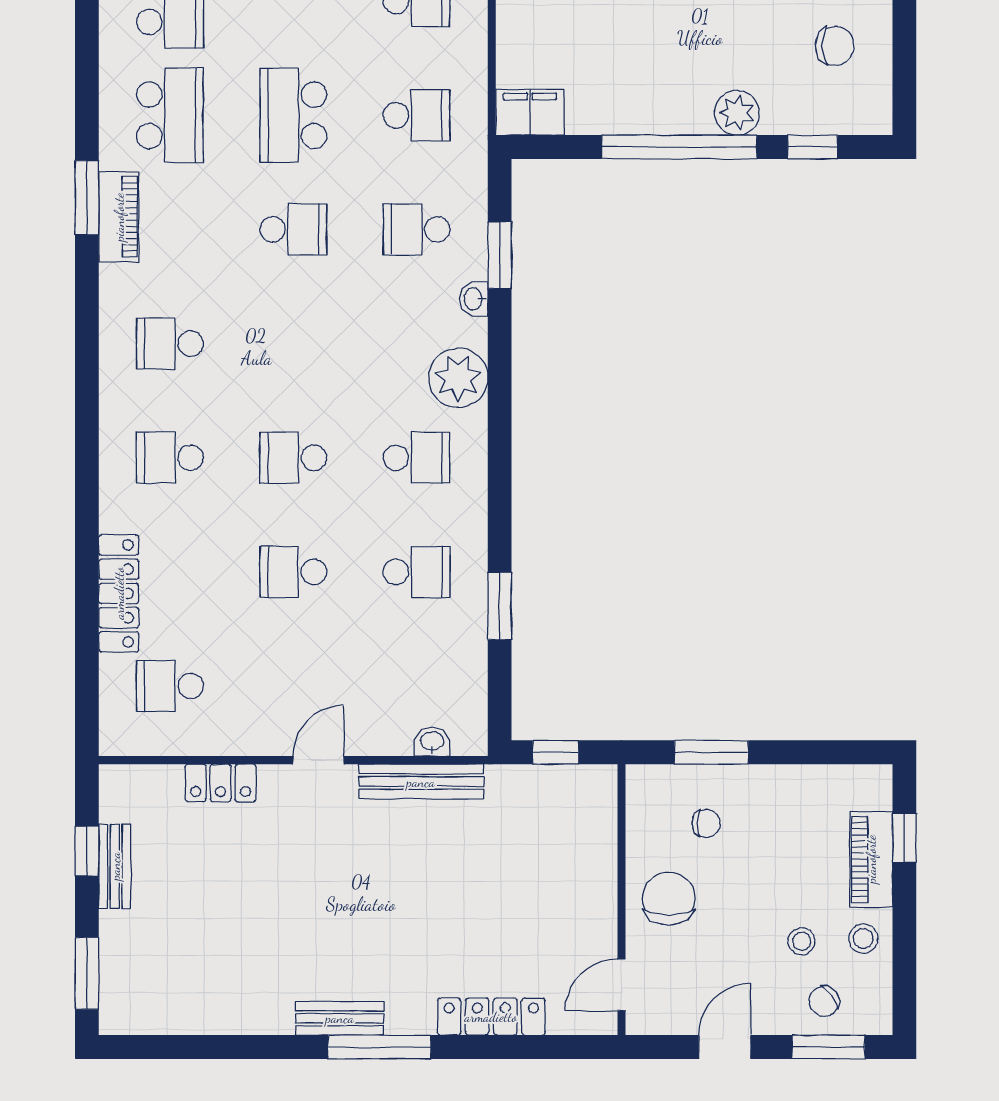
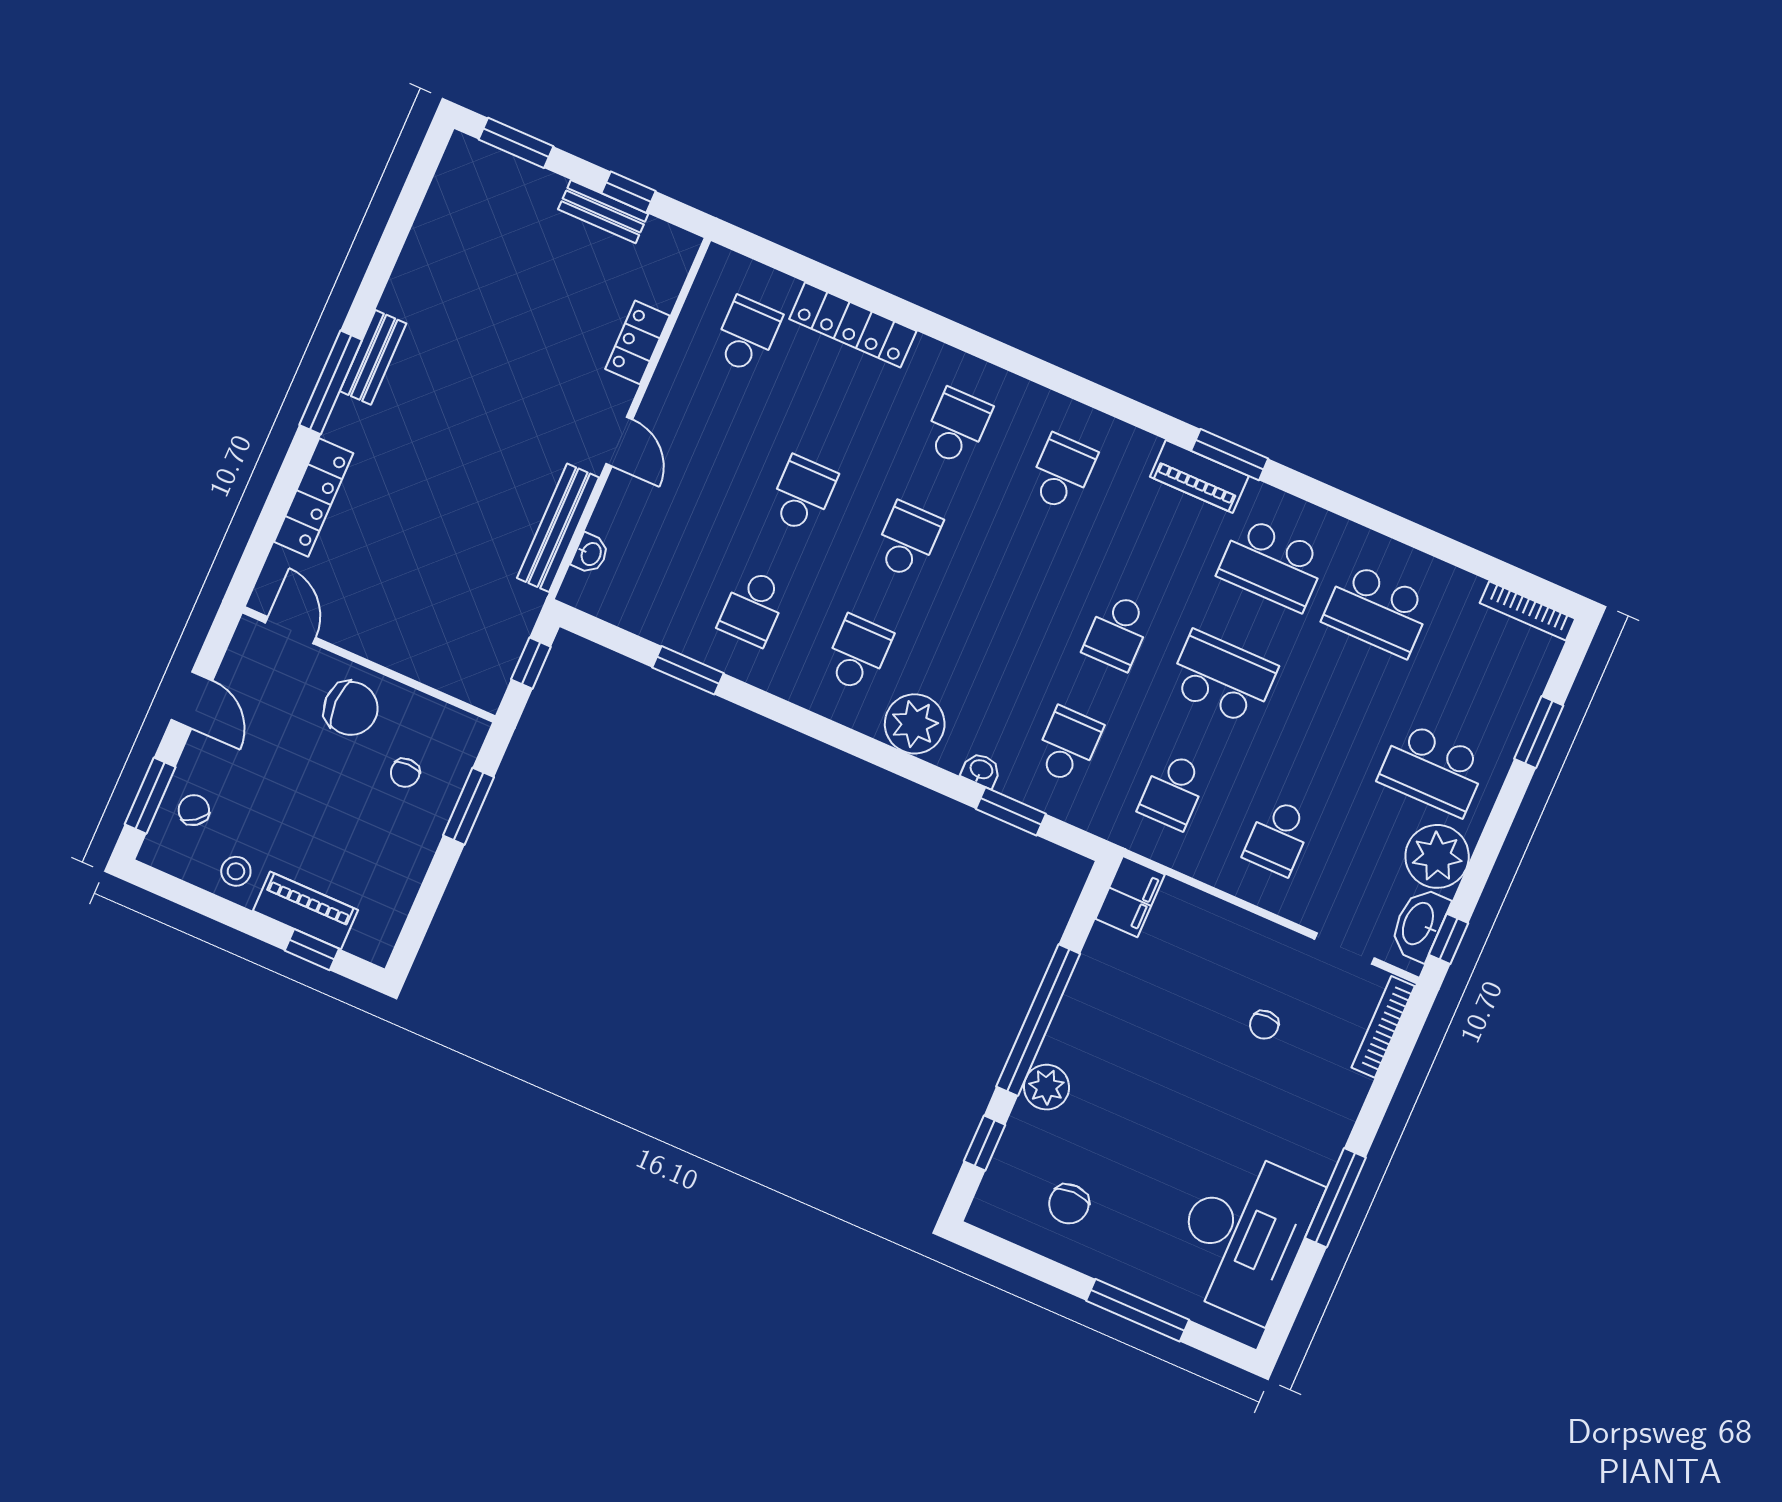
school desk: (417, 458) -> (858, 653), turned 180
stool: (802, 941) -> (258, 813), removed

